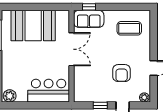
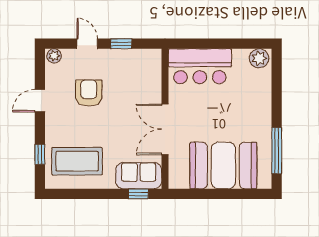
coffee table: (129, 28) -> (77, 161), width x1.36, depth x1.32
window: (154, 33) -> (40, 154), added

